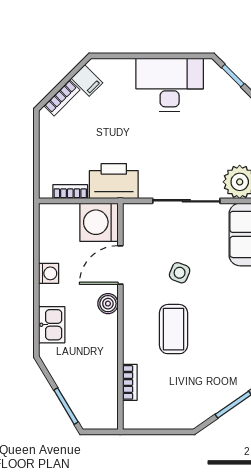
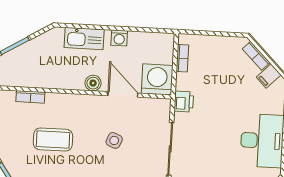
printer: (114, 181) -> (184, 102), width x0.53, depth x0.68
kitchen sink: (52, 325) -> (84, 38), width x1.38
coffee table: (174, 329) -> (53, 139), moved

